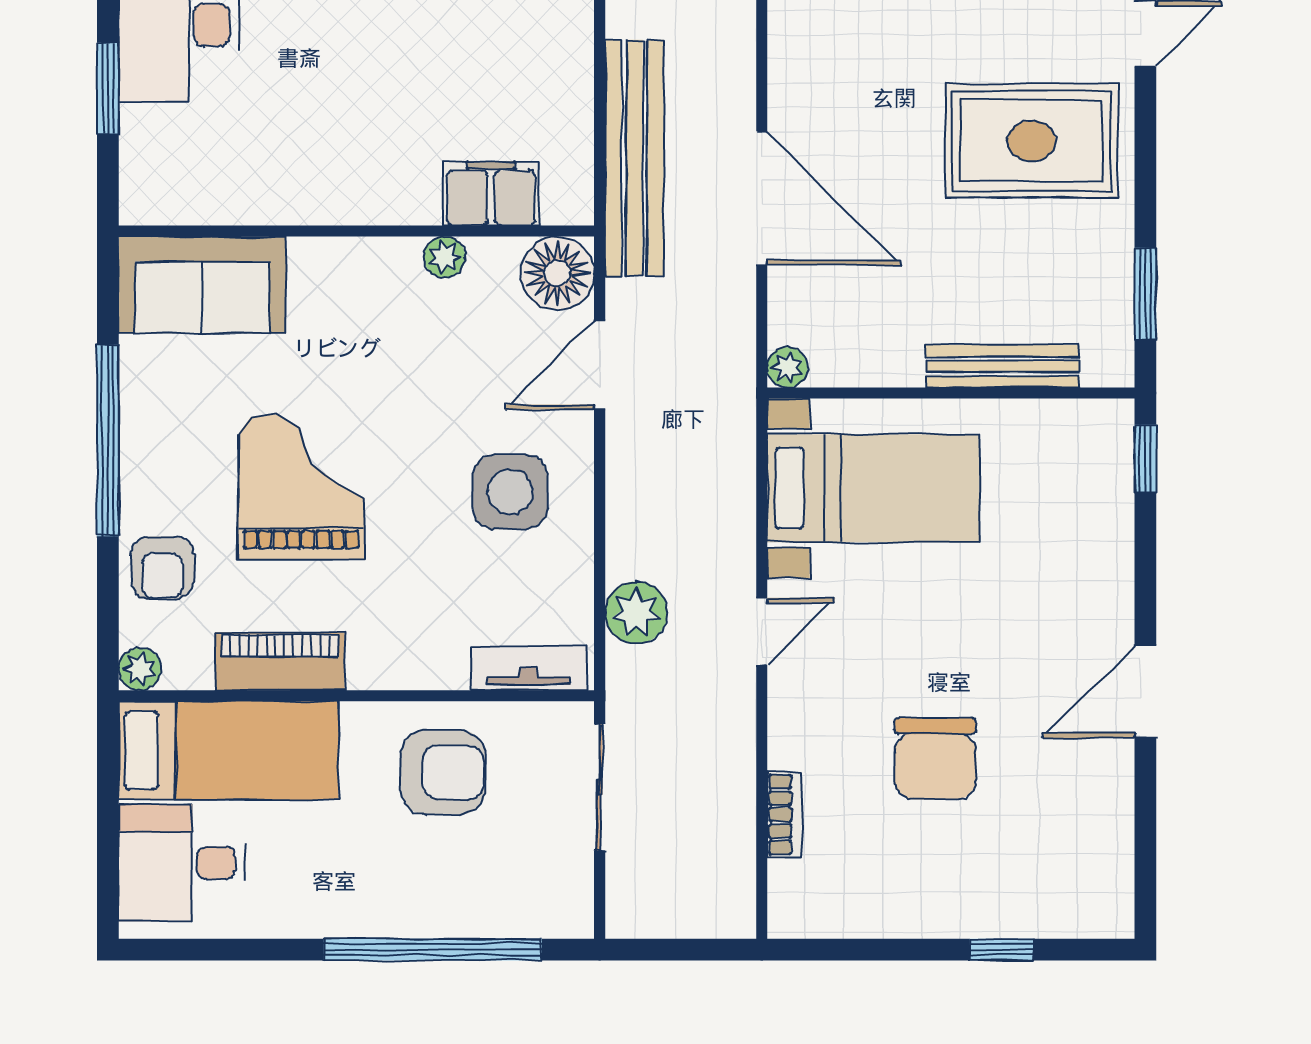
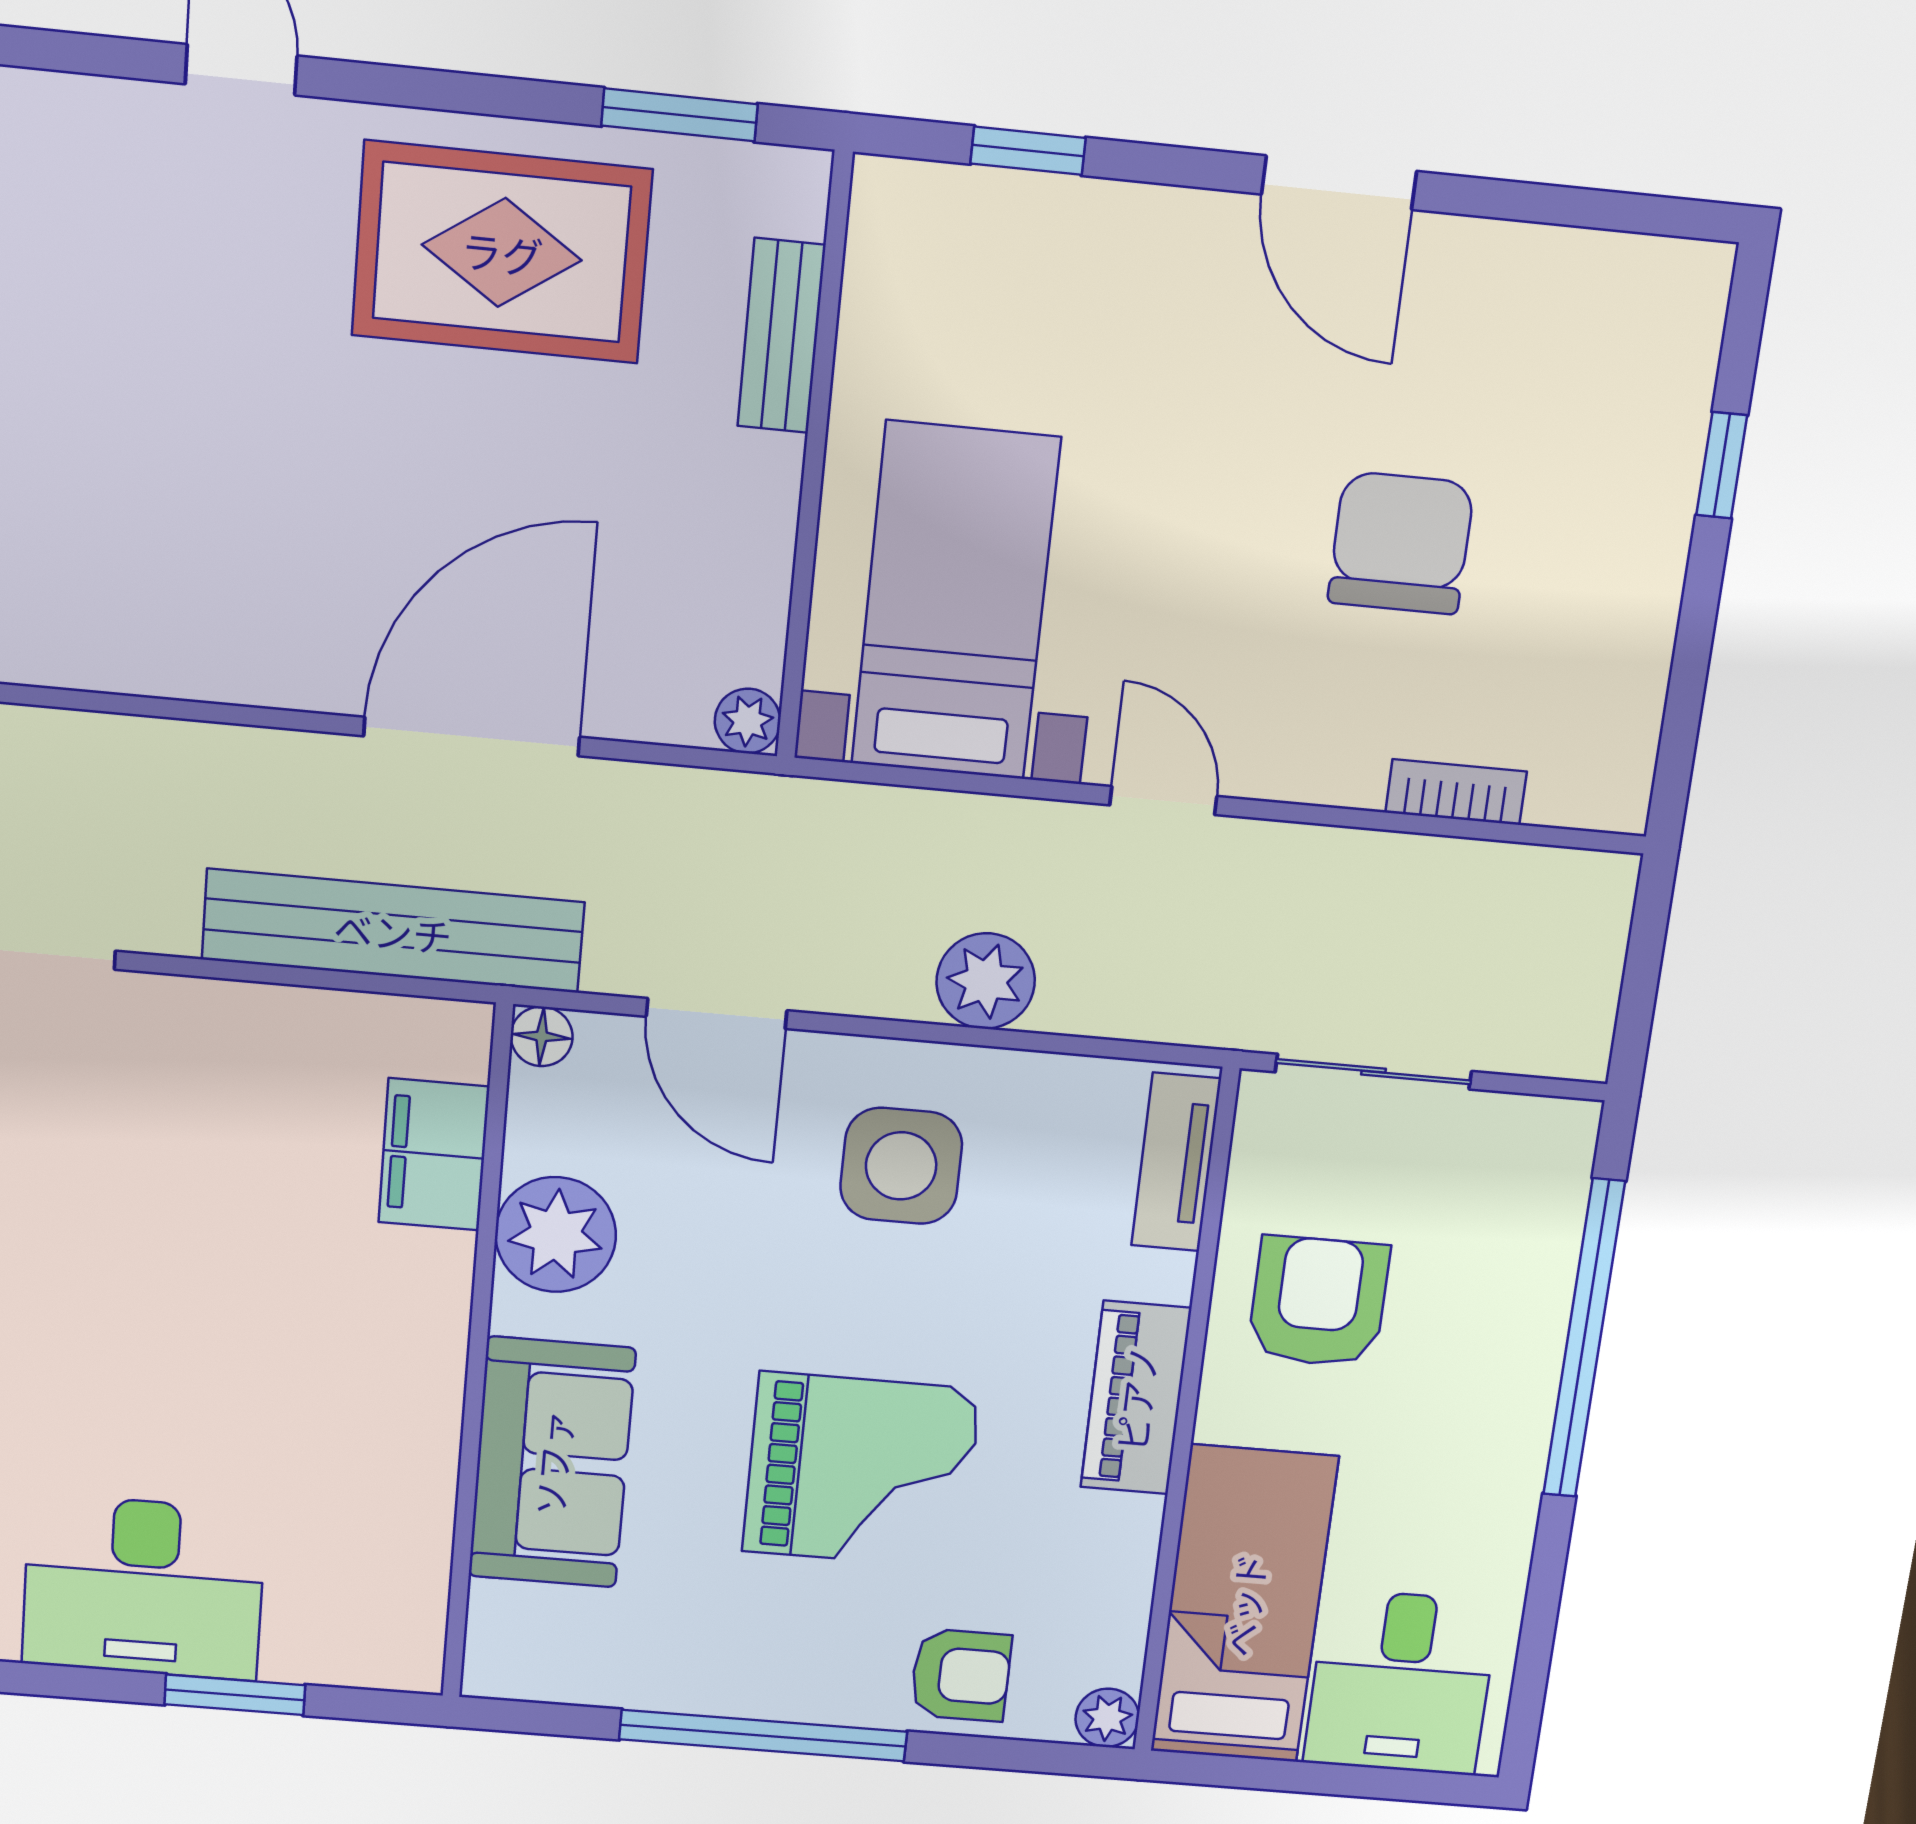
rug: (1032, 141) -> (502, 252), moved, turned 90
plant: (445, 257) -> (556, 1235), width x1.88, depth x1.88
floor lamp: (557, 273) -> (542, 1036), width x0.53, depth x0.53
sofa: (202, 285) -> (552, 1463), moved
bench: (1003, 366) -> (781, 336), width x0.73
window: (1145, 458) -> (1028, 151), moved
grand piano: (301, 487) -> (861, 1470), turned 180
plant: (636, 613) -> (986, 981), moved
piano: (280, 661) -> (1136, 1398), moved
chair: (935, 759) -> (1401, 543), turned -90

